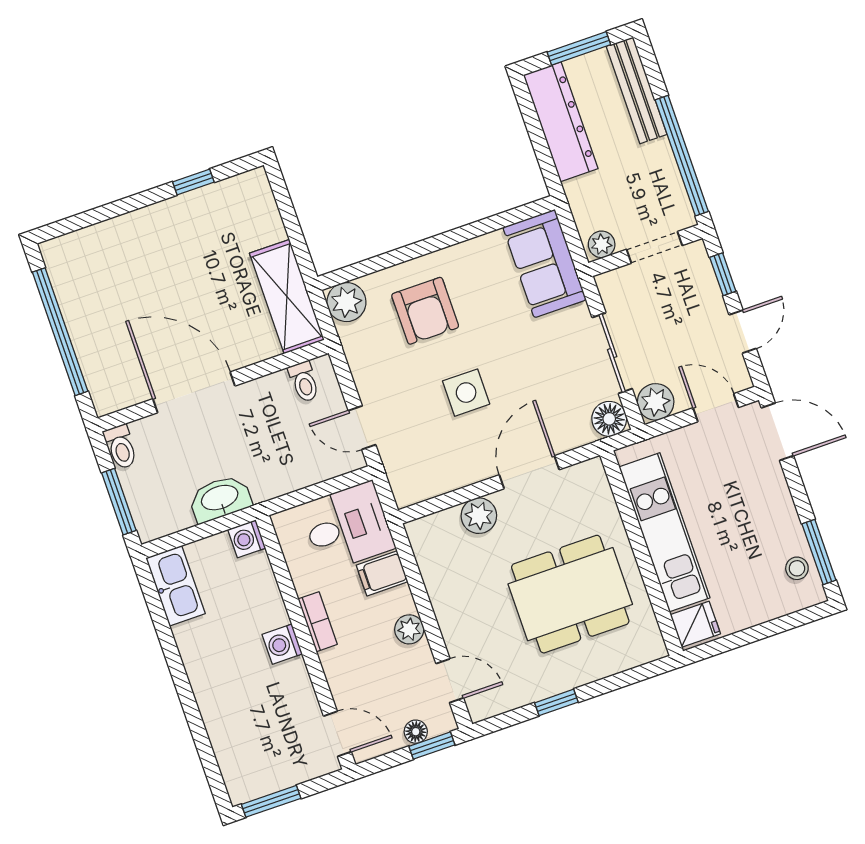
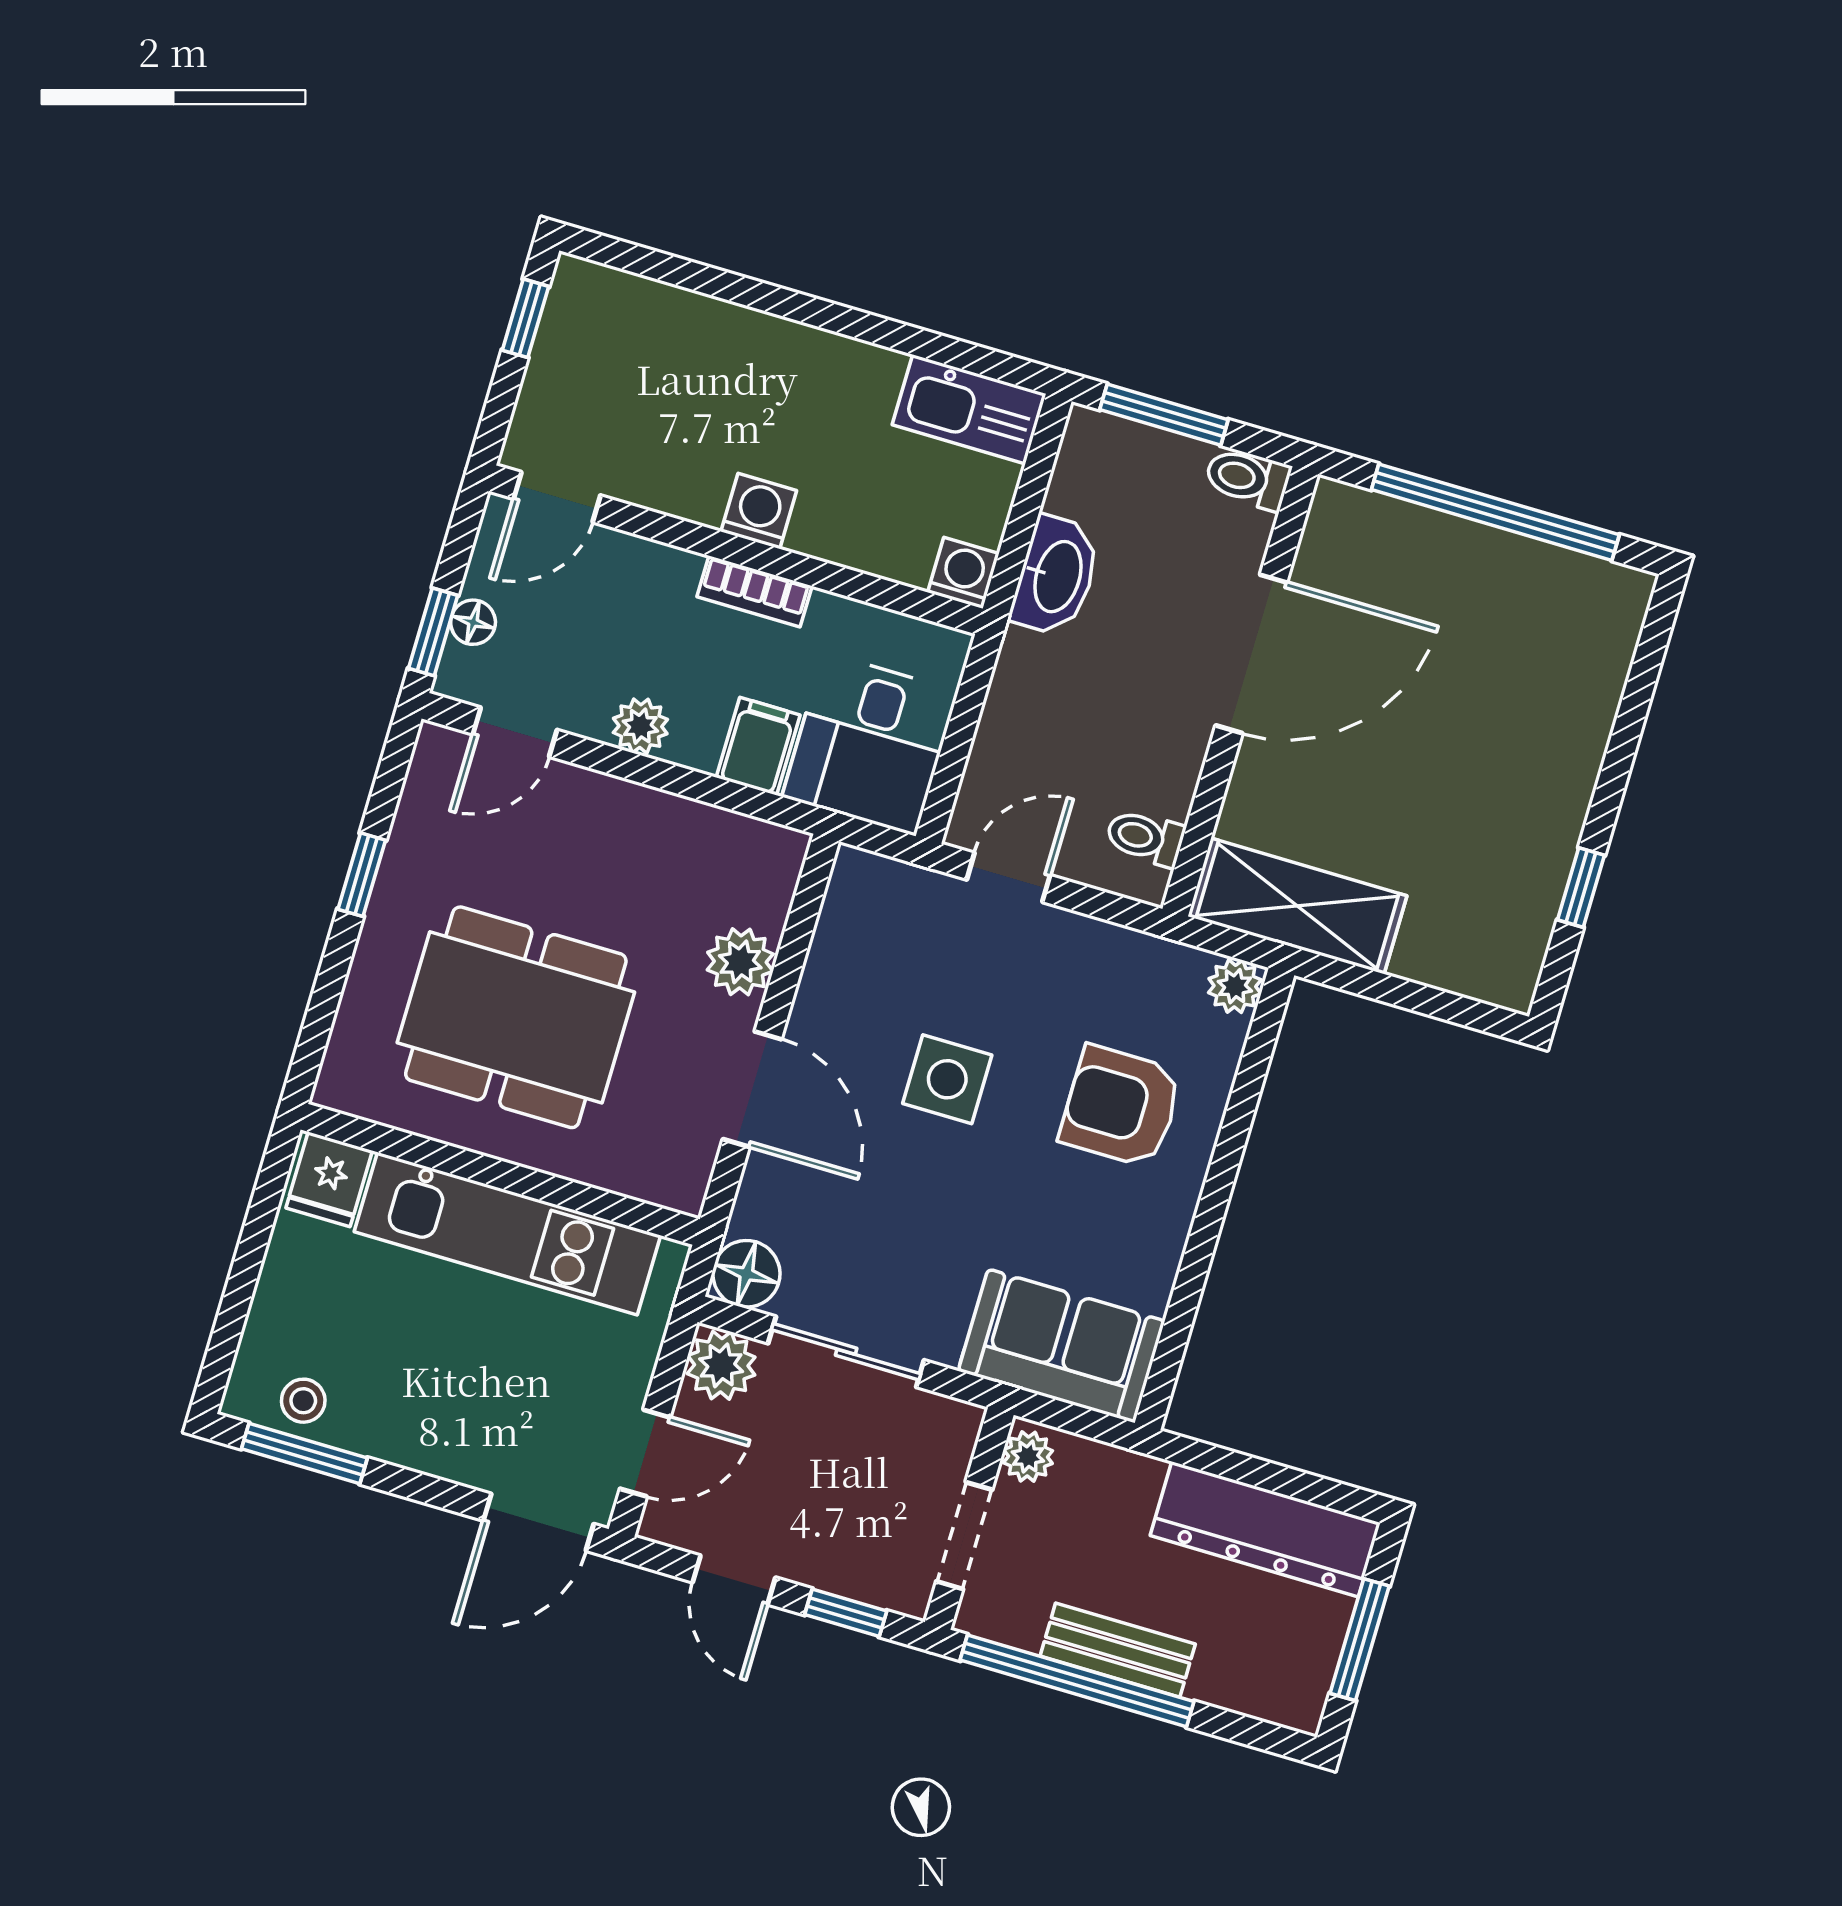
bench: (637, 90) -> (1118, 1650), moved, width x0.73
plant: (346, 302) -> (1235, 986), width x0.73, depth x0.73
dining table: (570, 594) -> (516, 1017), turned 90
window: (271, 801) -> (526, 318), width x0.67

